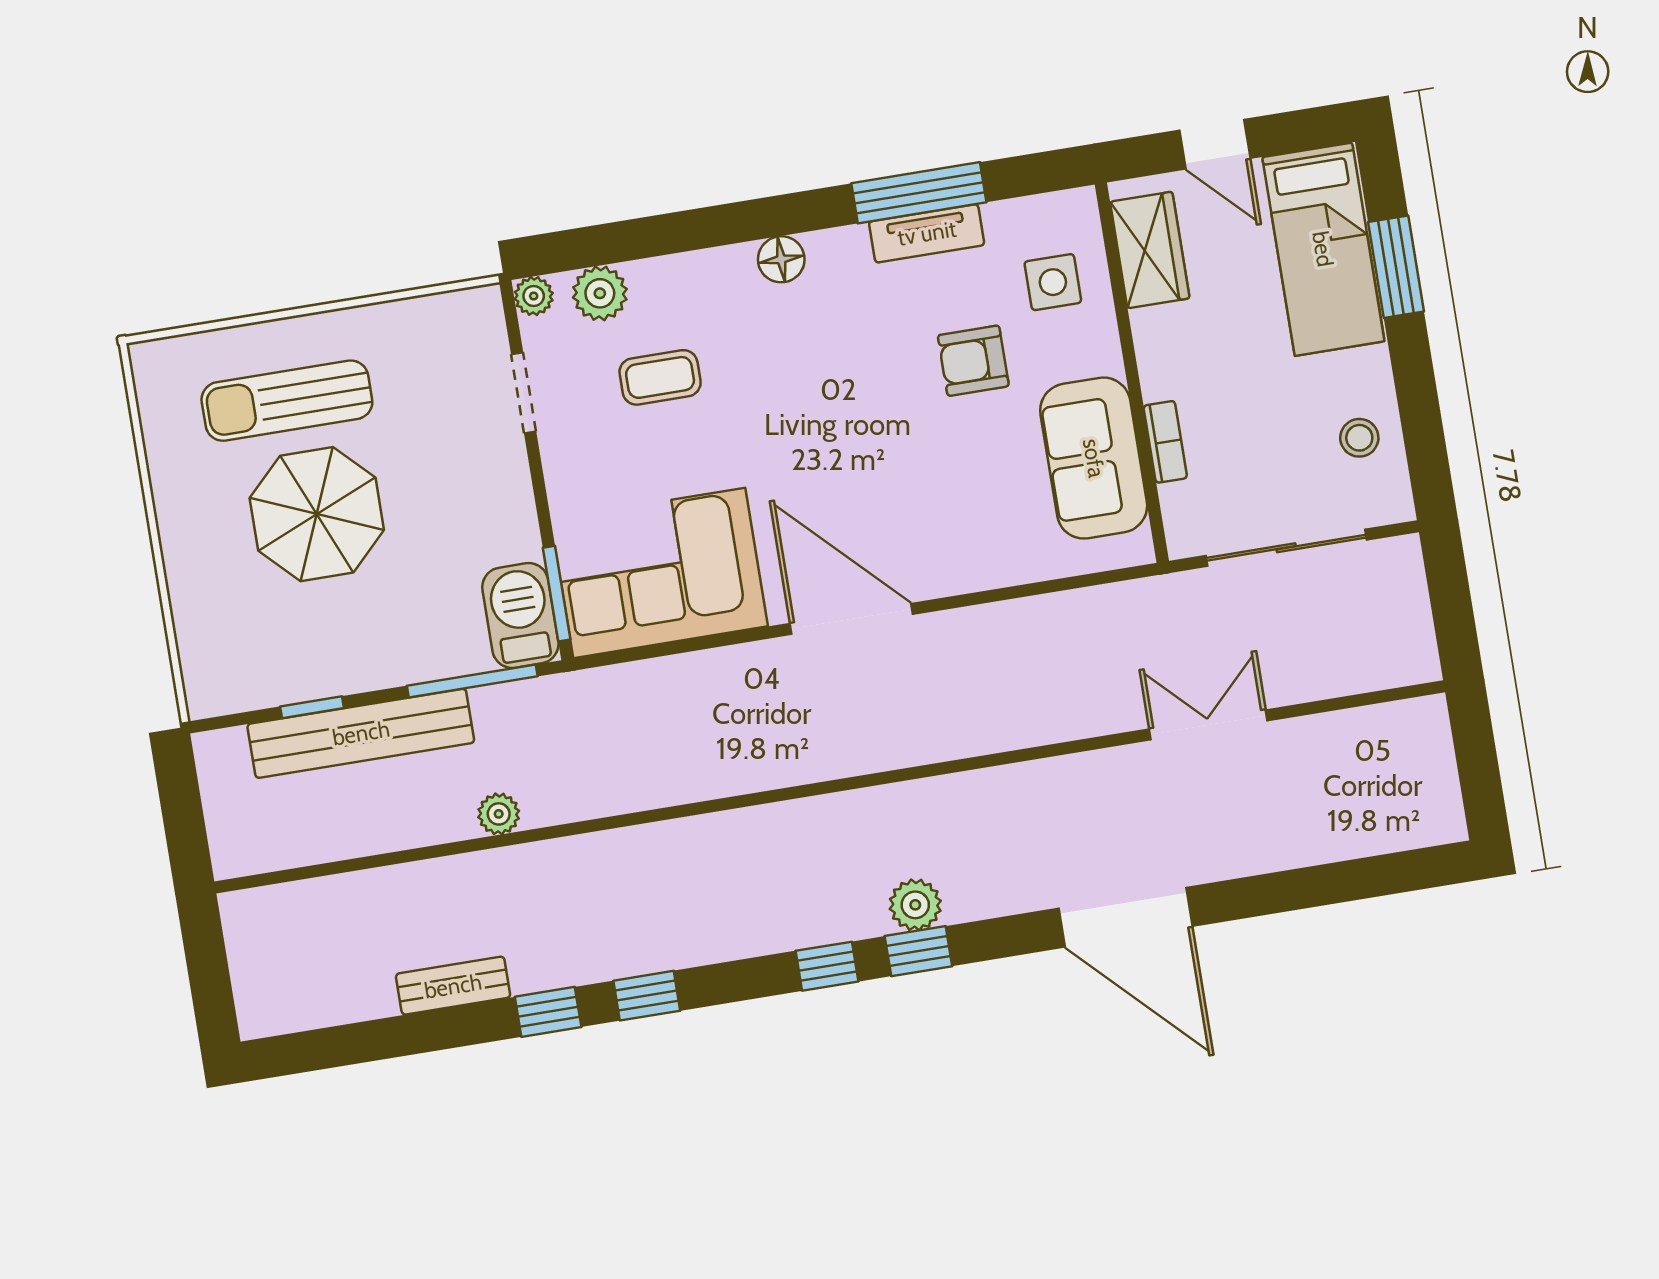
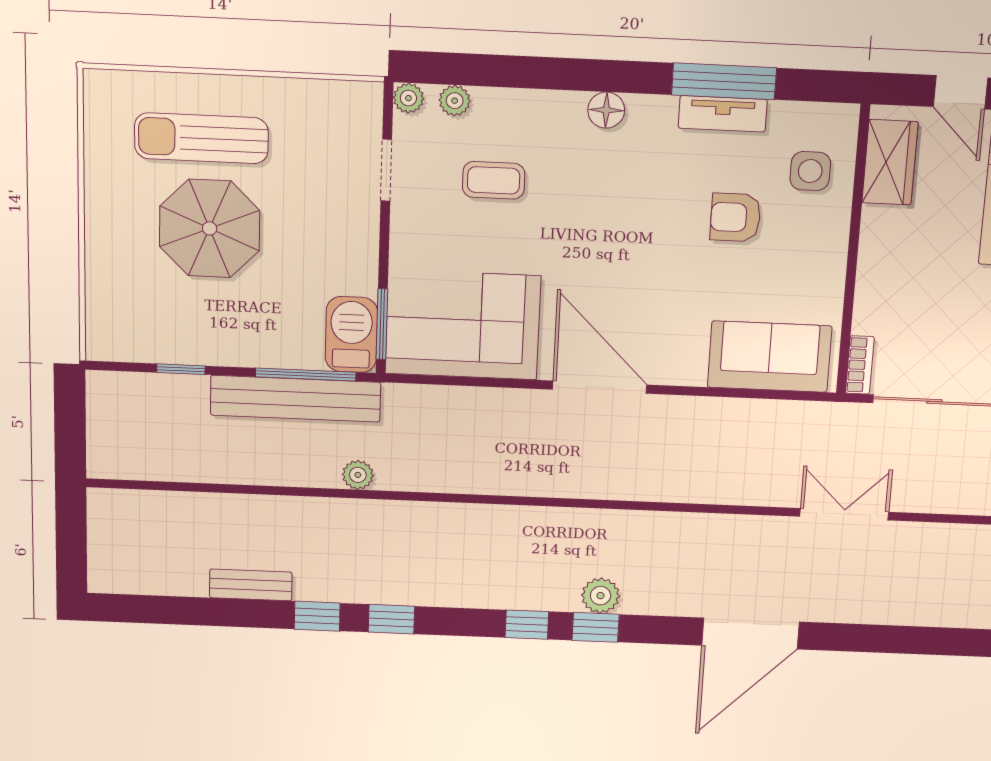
plant: (600, 293) -> (455, 101), width x0.73, depth x0.73
bookcase: (1165, 442) -> (860, 365), moved
sofa: (1094, 458) -> (770, 357), moved, turned 90
bench: (361, 733) -> (295, 399), moved
plant: (499, 814) -> (358, 475), moved
door: (1126, 917) -> (750, 634), hinge flipped

